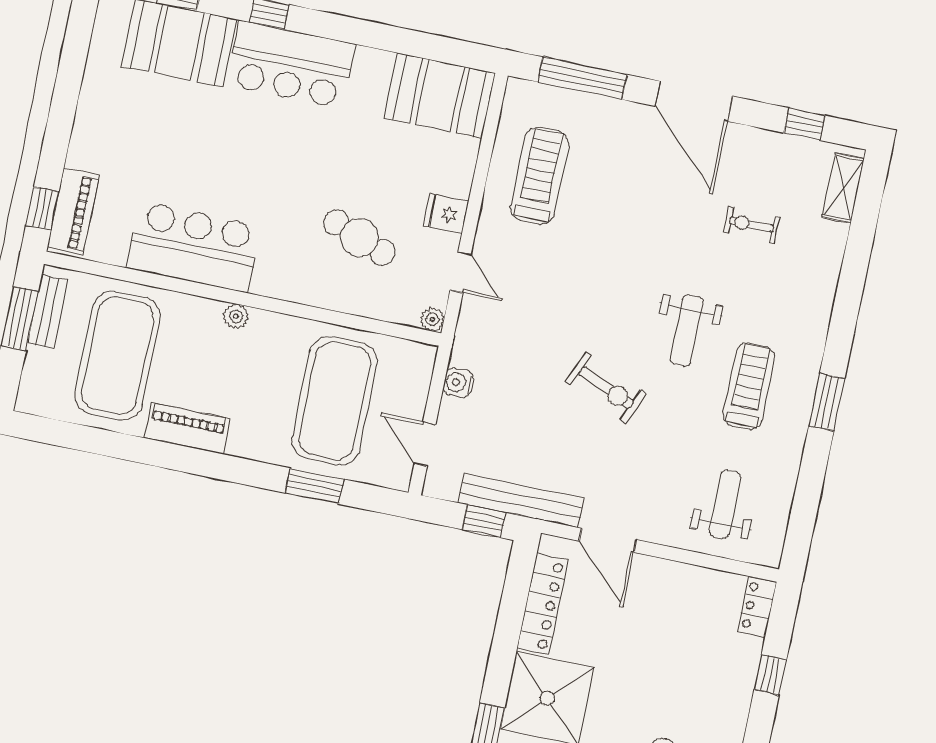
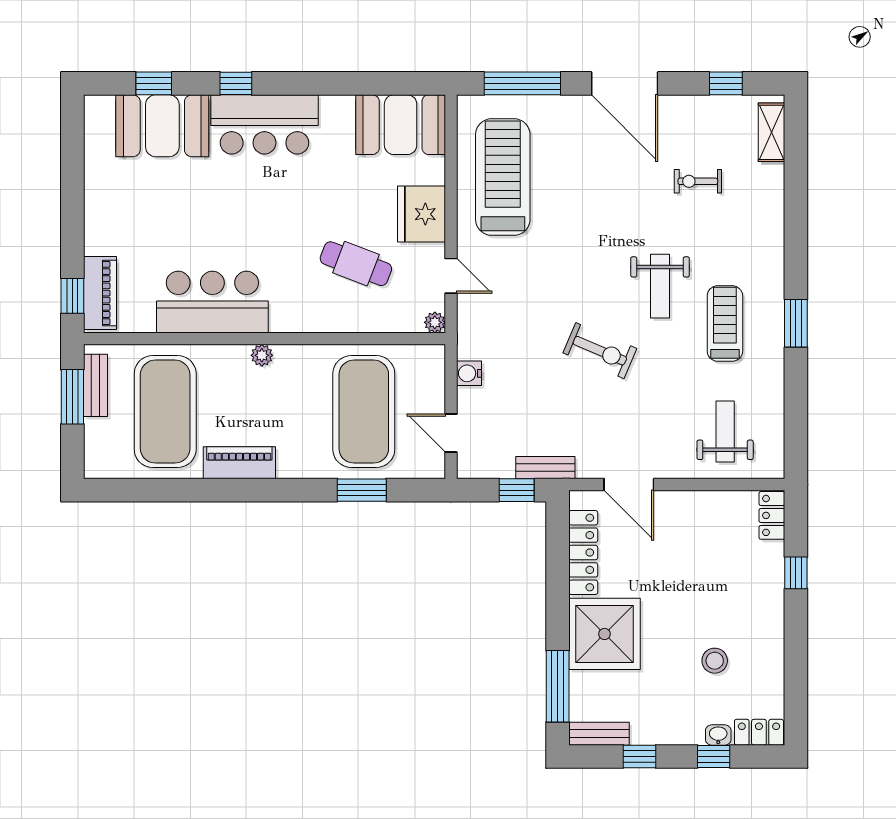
treadmill: (540, 176) -> (503, 177), width x1.37, depth x1.38
fridge: (446, 214) -> (422, 214), width x1.88, depth x1.34
bench: (521, 500) -> (545, 468), width x0.54, depth x0.82

